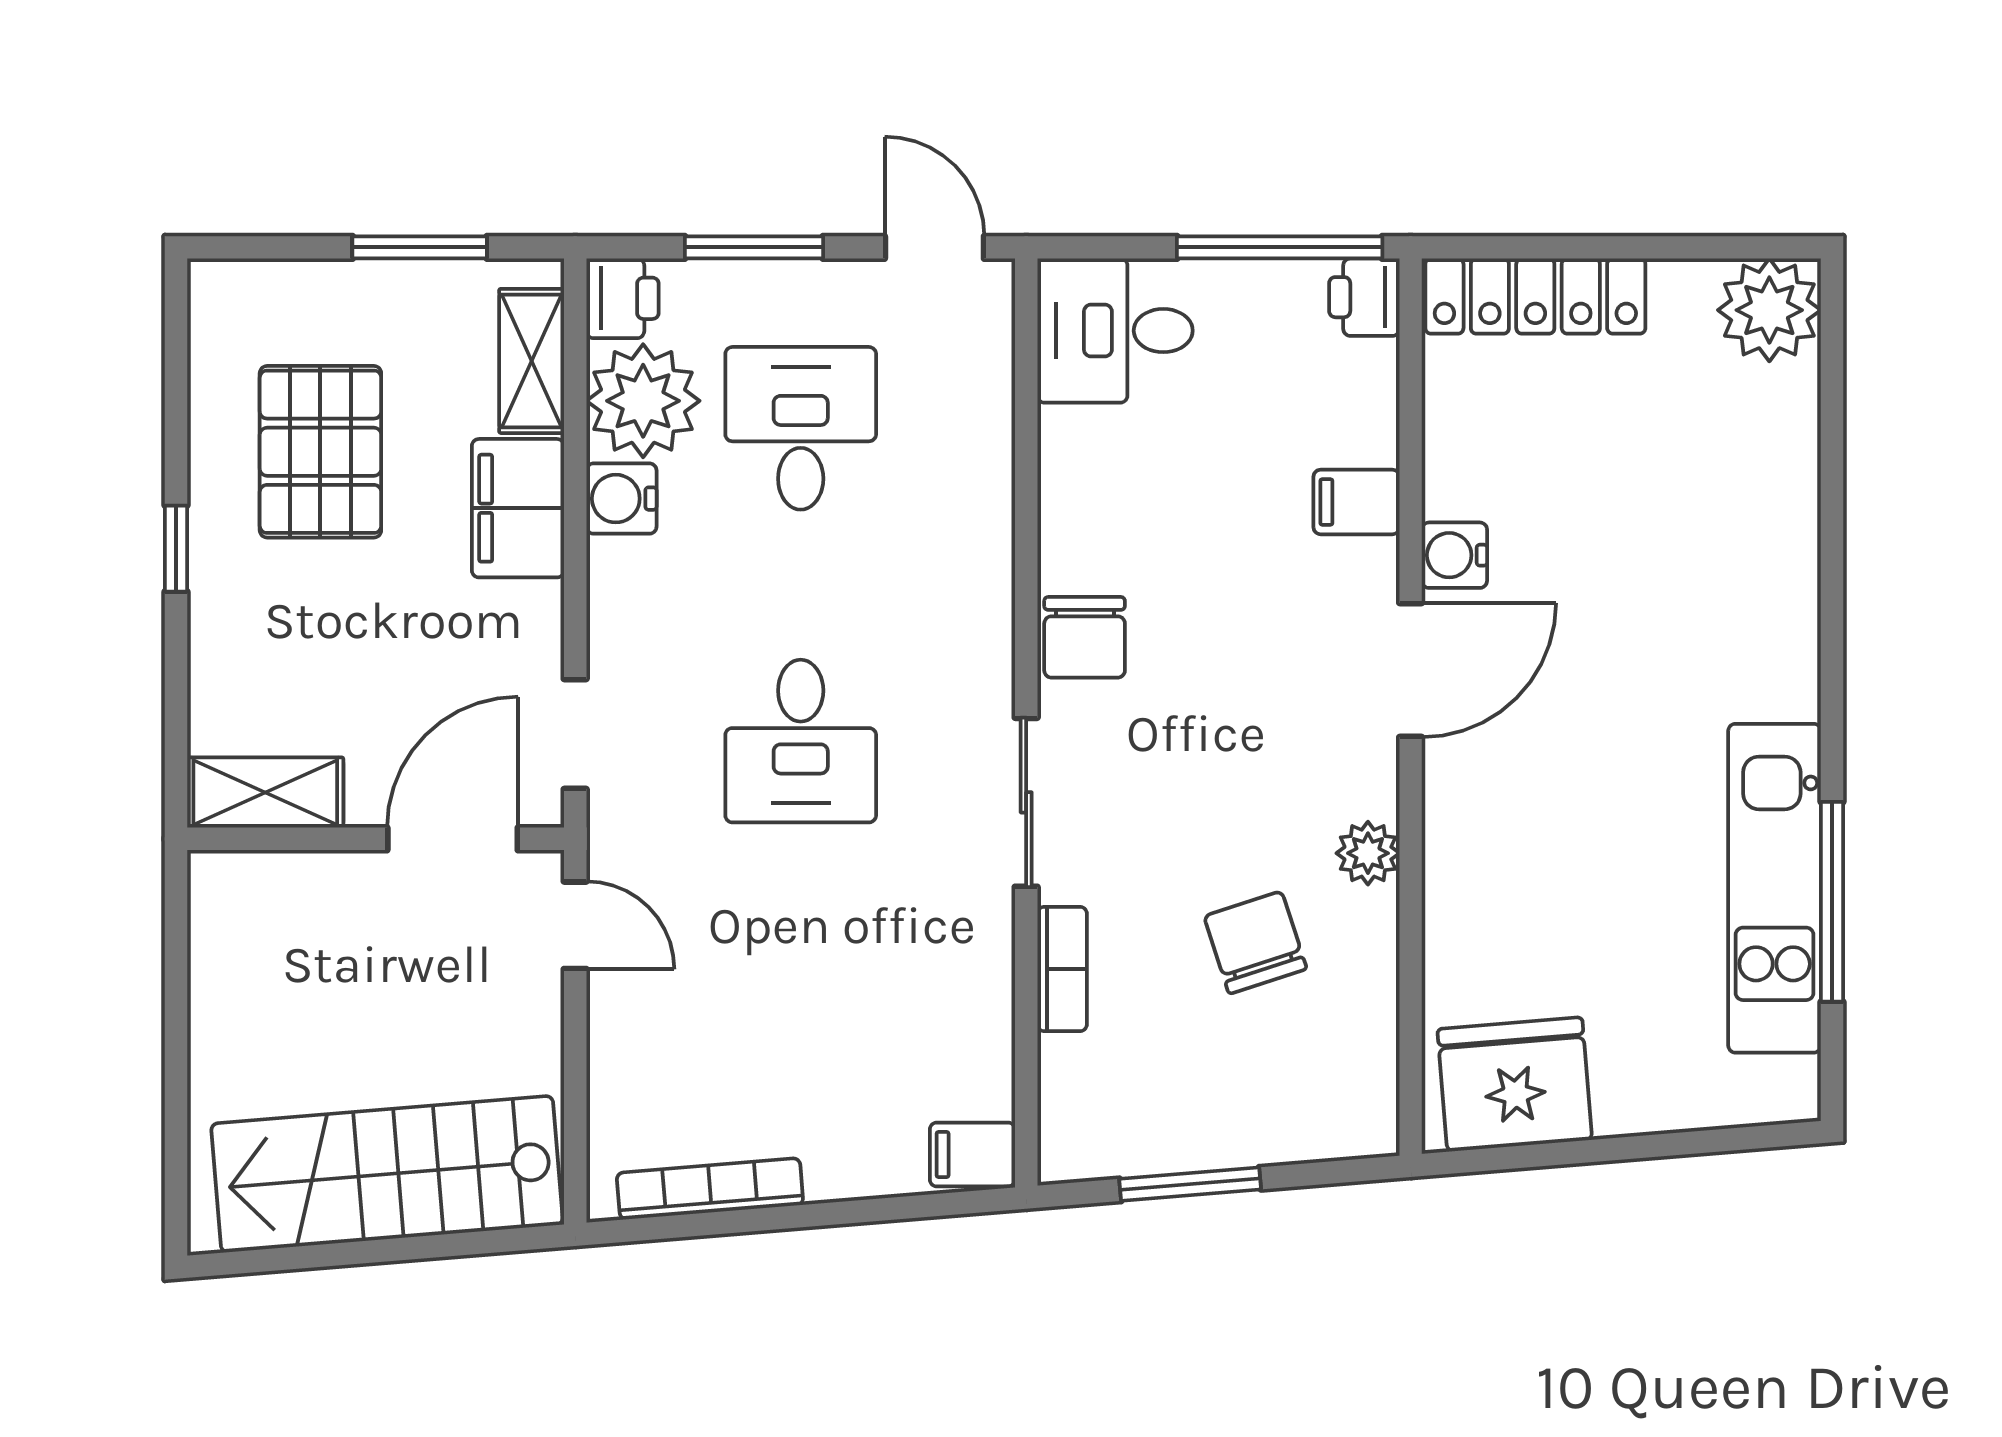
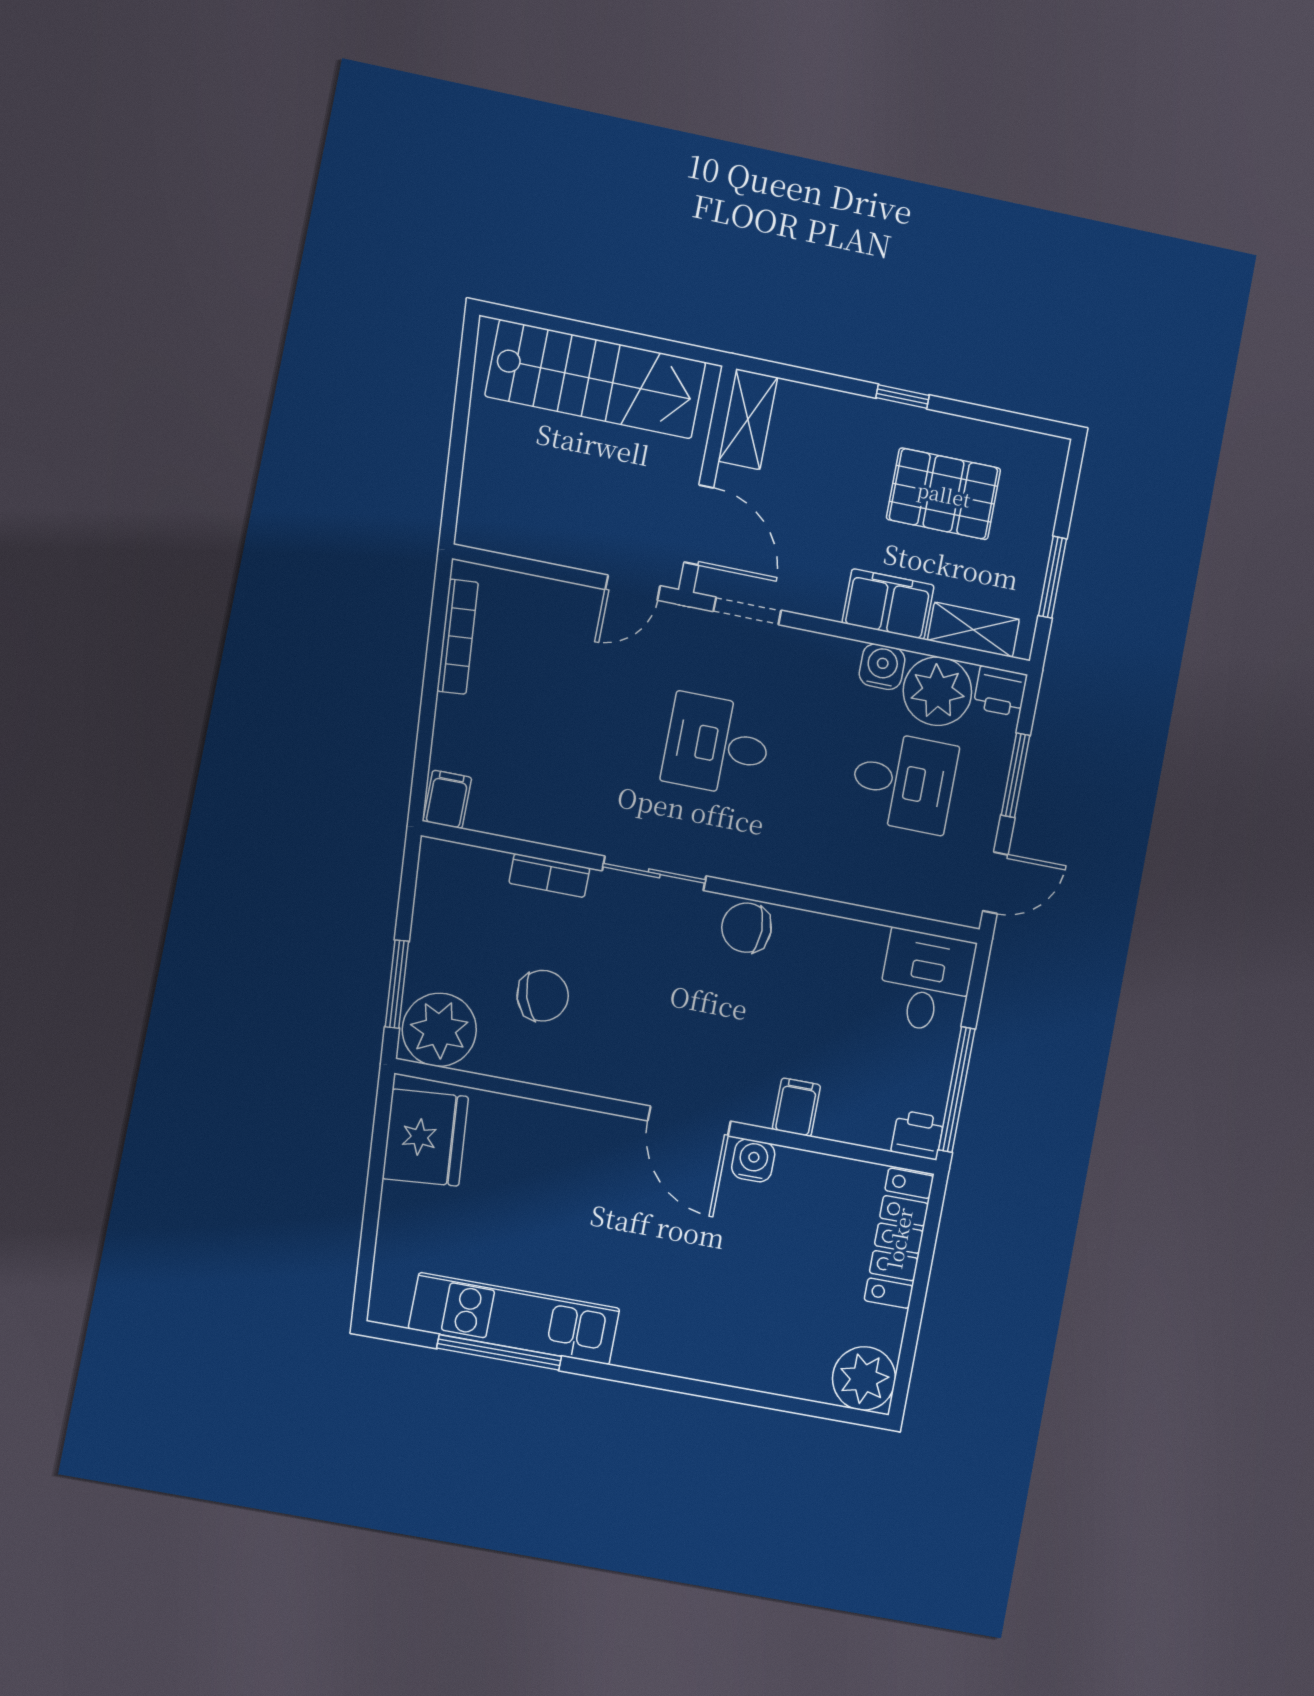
plant: (1368, 853) -> (439, 1030), moved, width x1.87, depth x1.87
stairs: (387, 1174) -> (596, 379), moved, turned 95
window: (1190, 1184) -> (397, 984), moved

